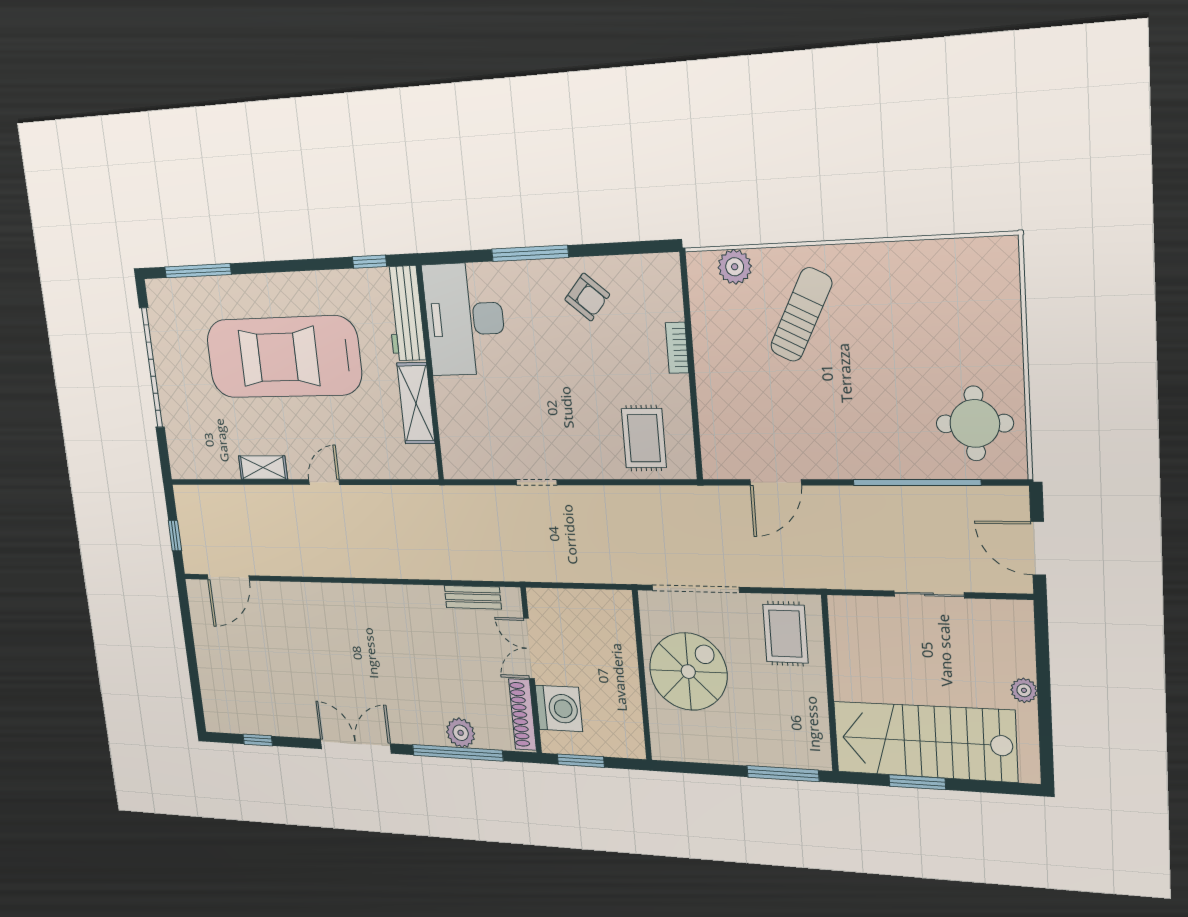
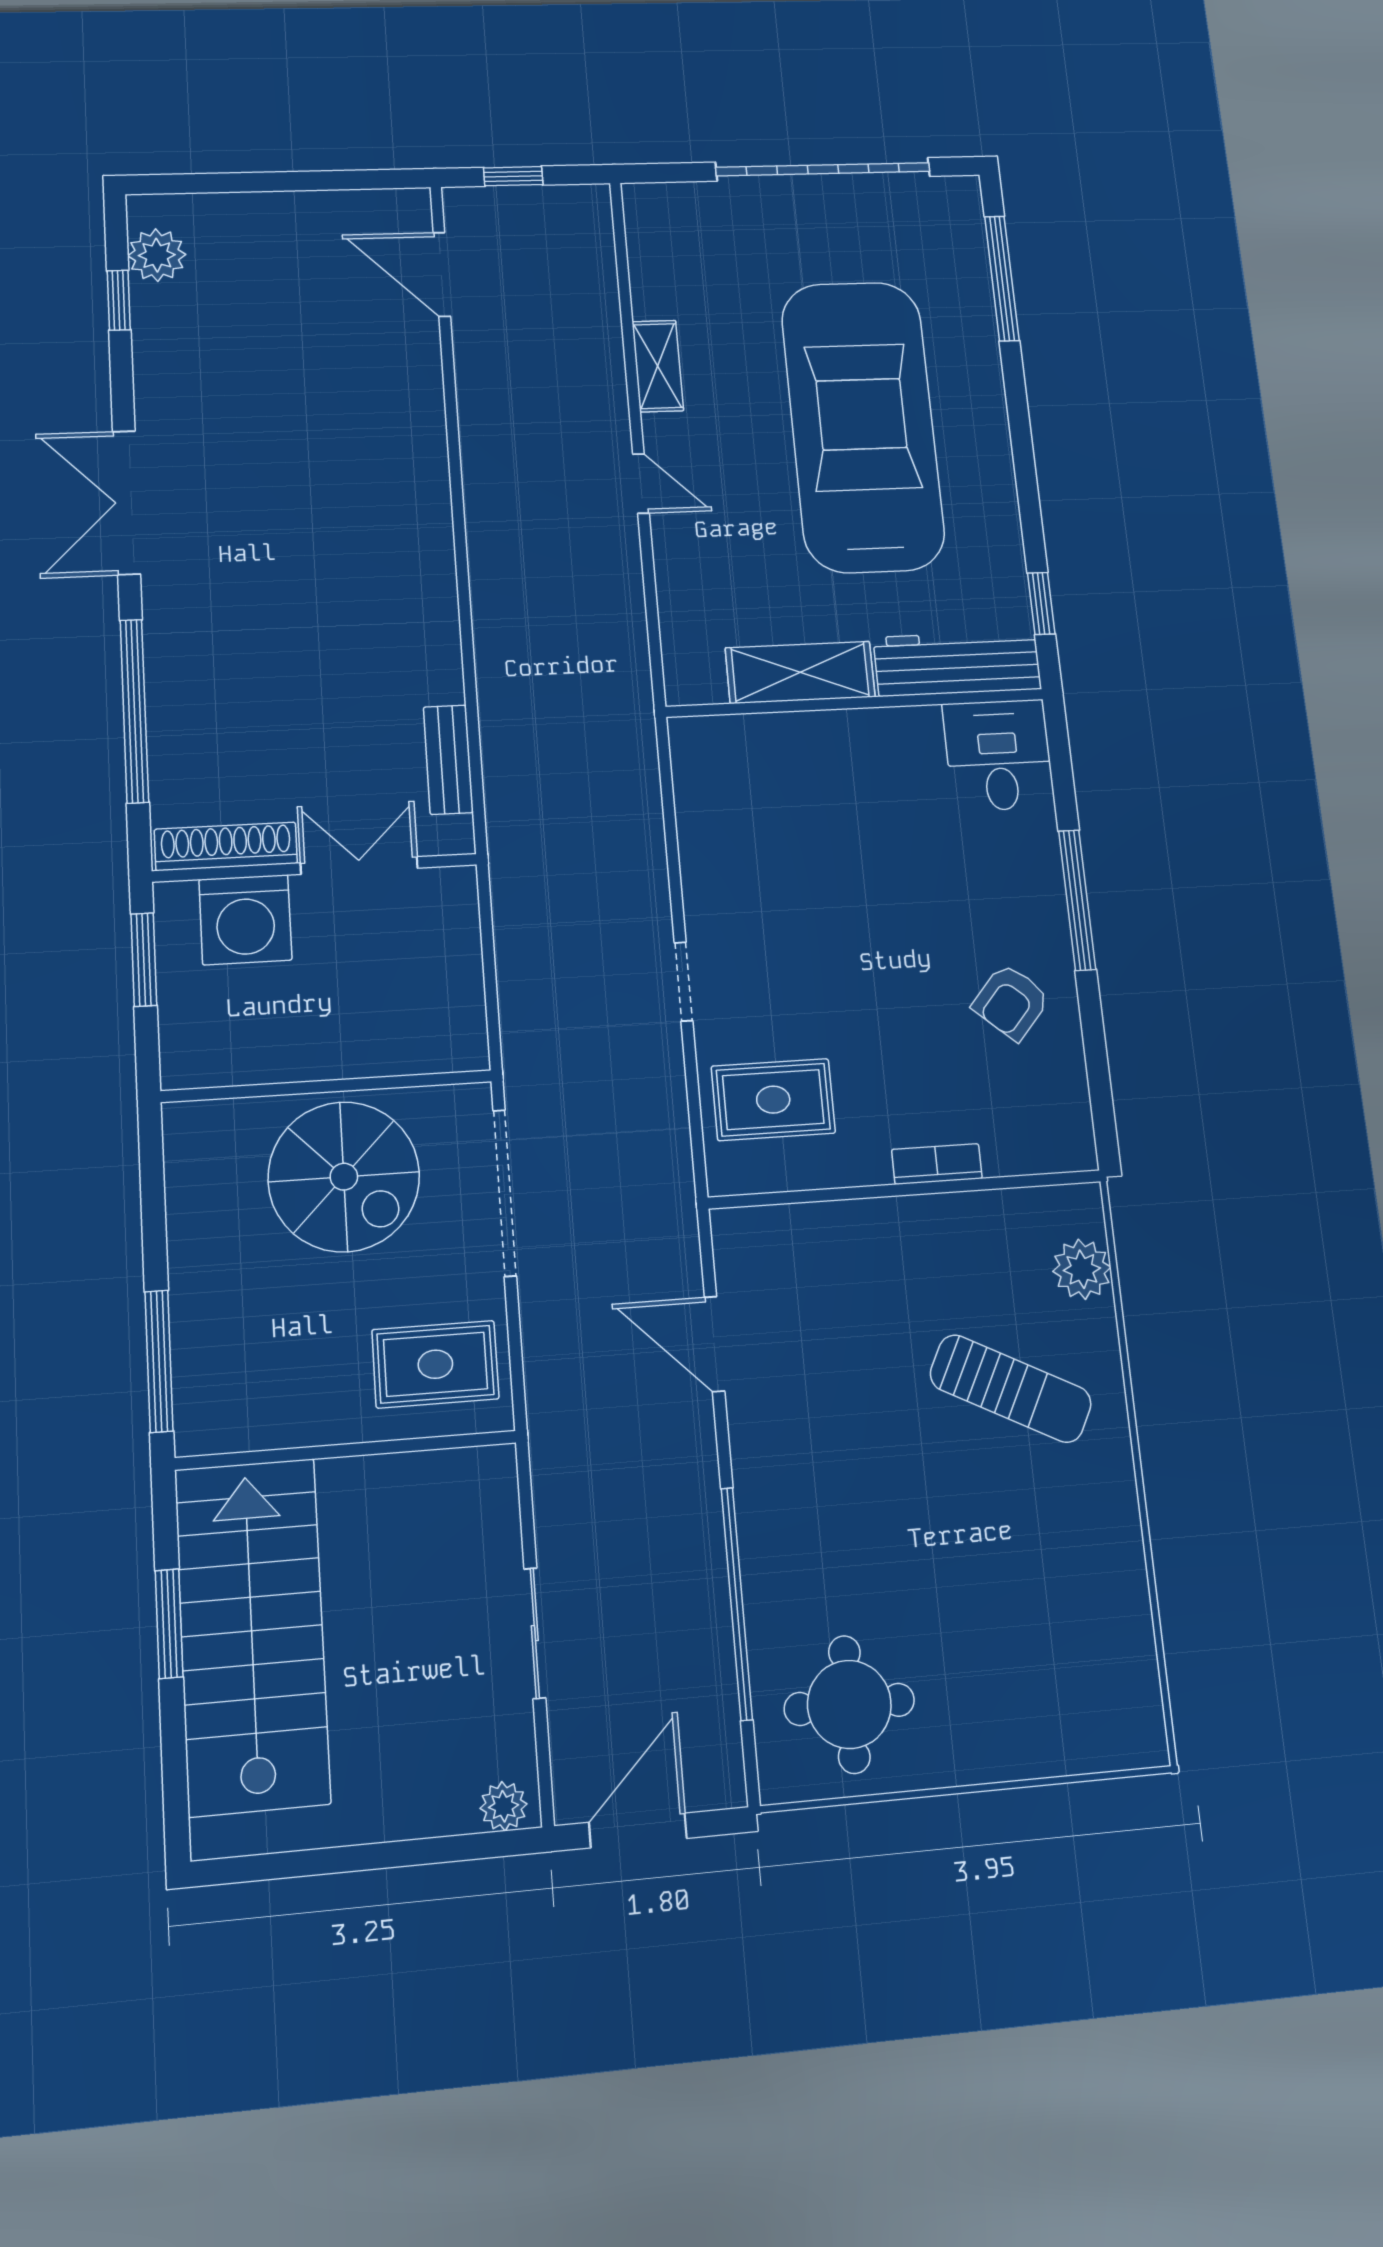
desk: (465, 319) -> (998, 755), width x0.53, depth x0.77
doorway: (537, 482) -> (683, 982), moved
plant: (1024, 690) -> (504, 1806), moved
plant: (461, 733) -> (157, 255), moved
double door: (356, 746) -> (126, 503), swing flipped

